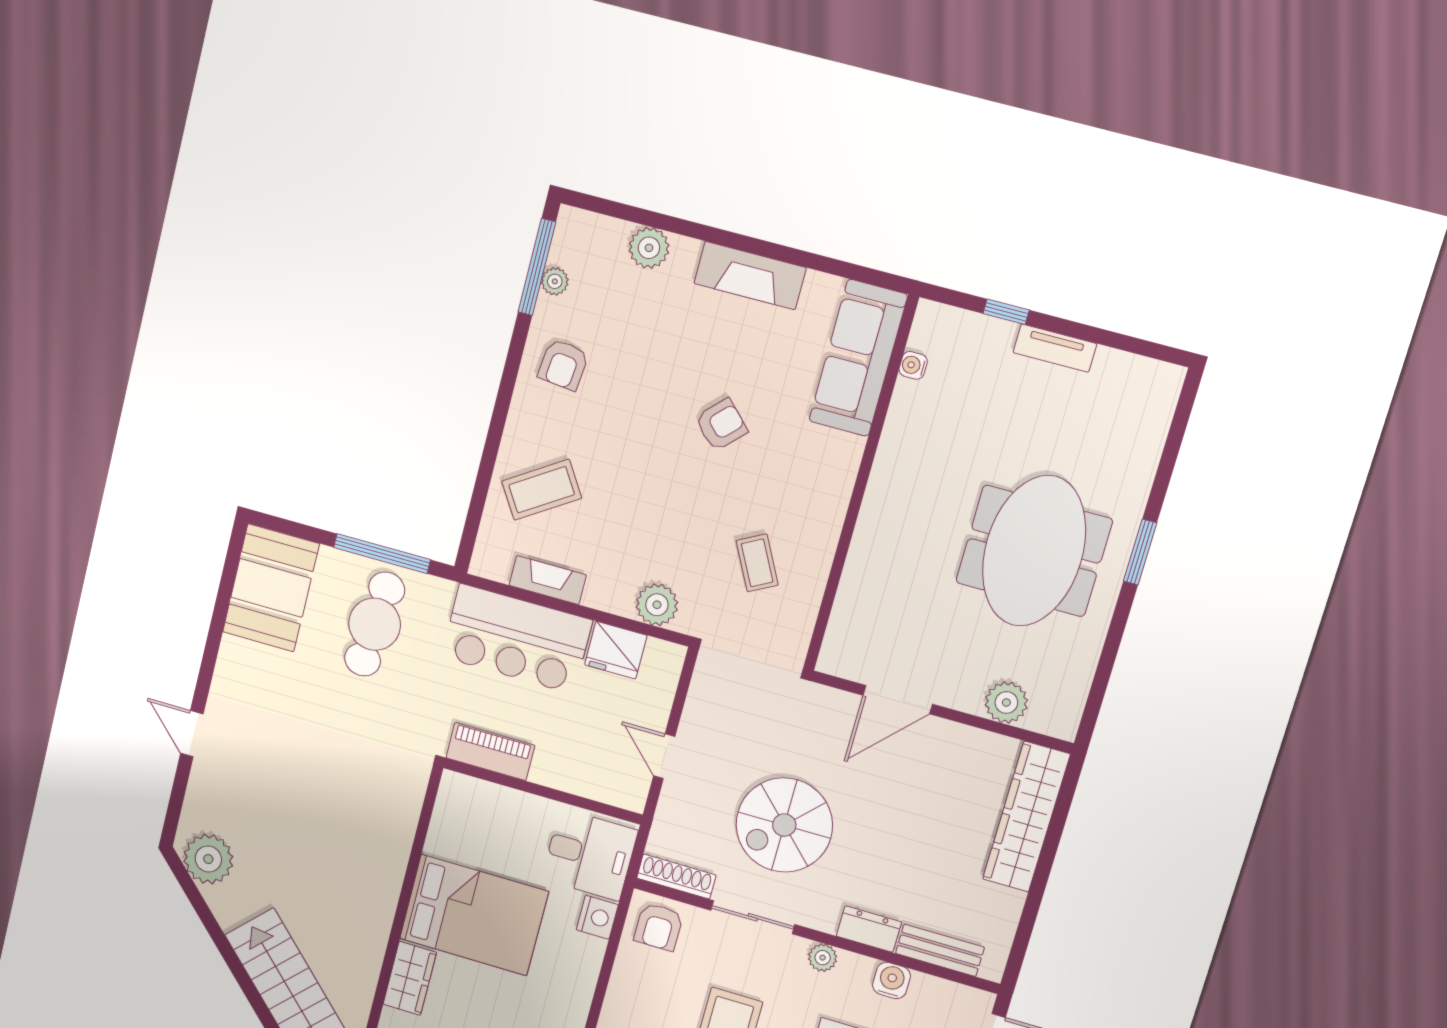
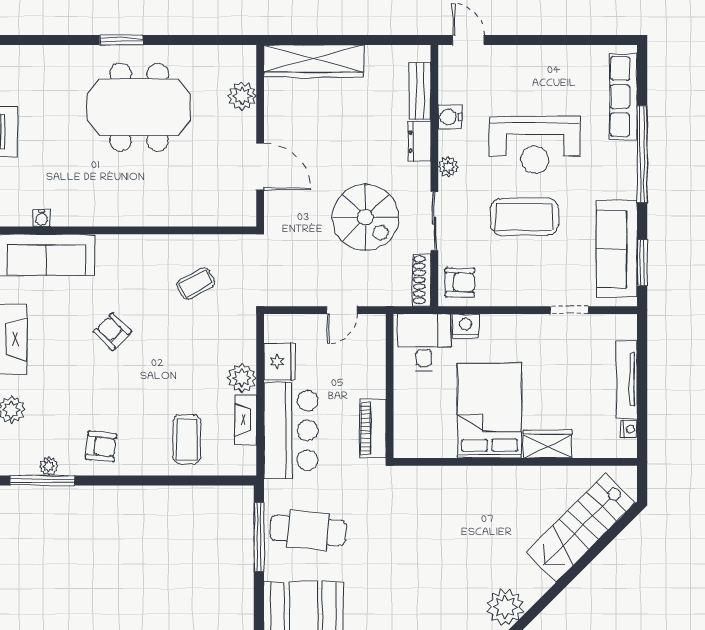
coffee table: (542, 490) -> (187, 439), turned 33
plant: (657, 605) -> (242, 378), moved

